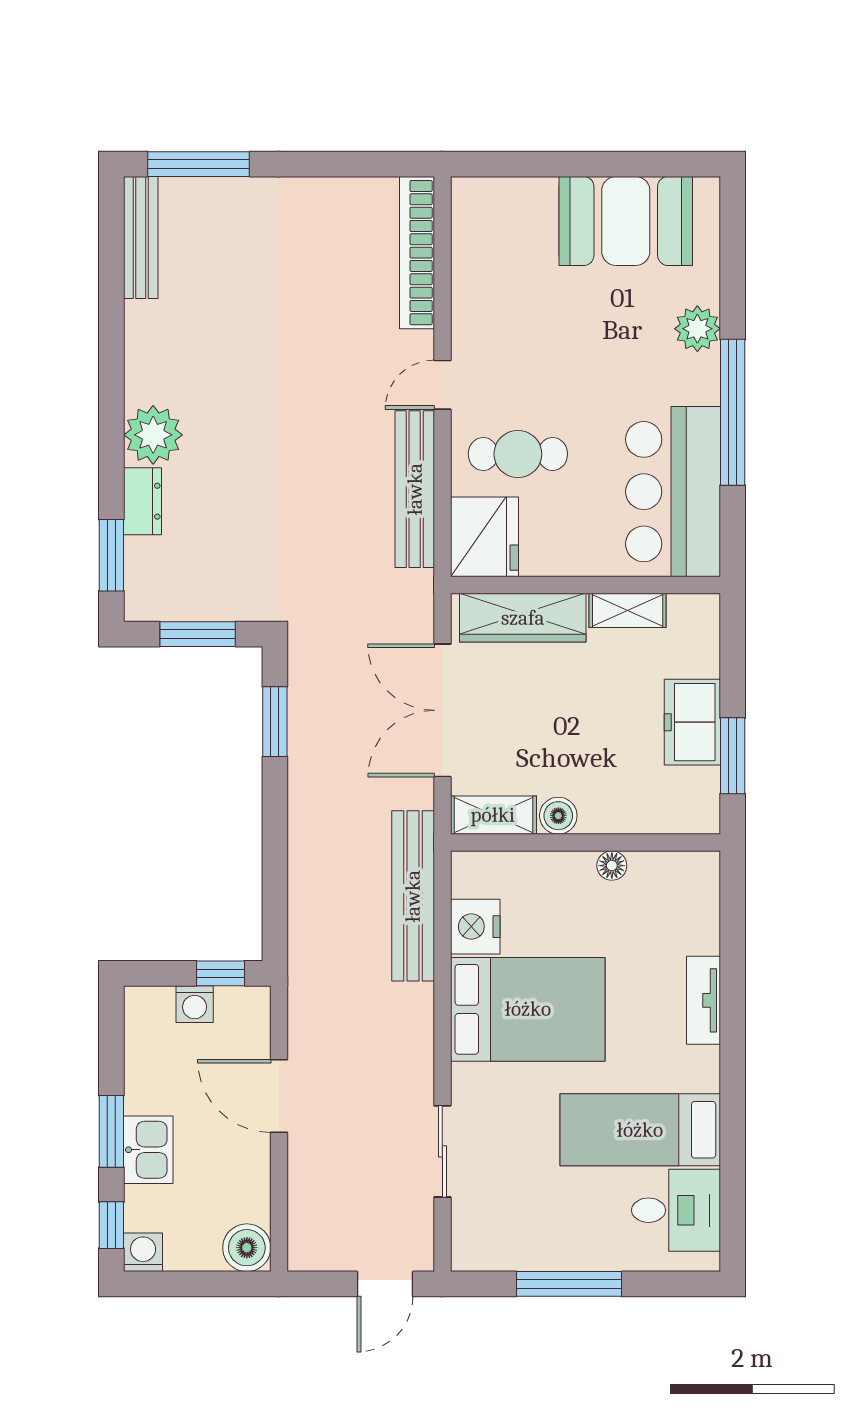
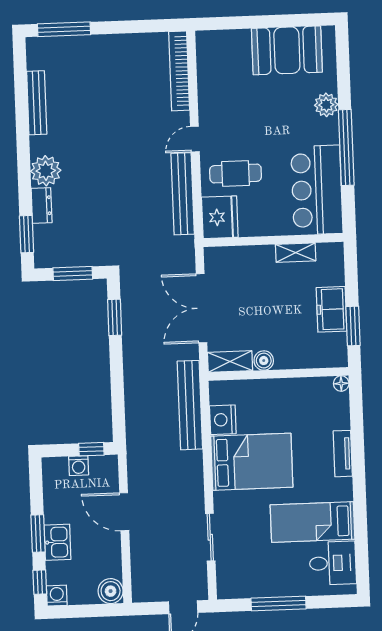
bench: (141, 237) -> (37, 103), moved
wardrobe: (523, 618) -> (241, 258), removed
floor lamp: (612, 866) -> (341, 383), moved

